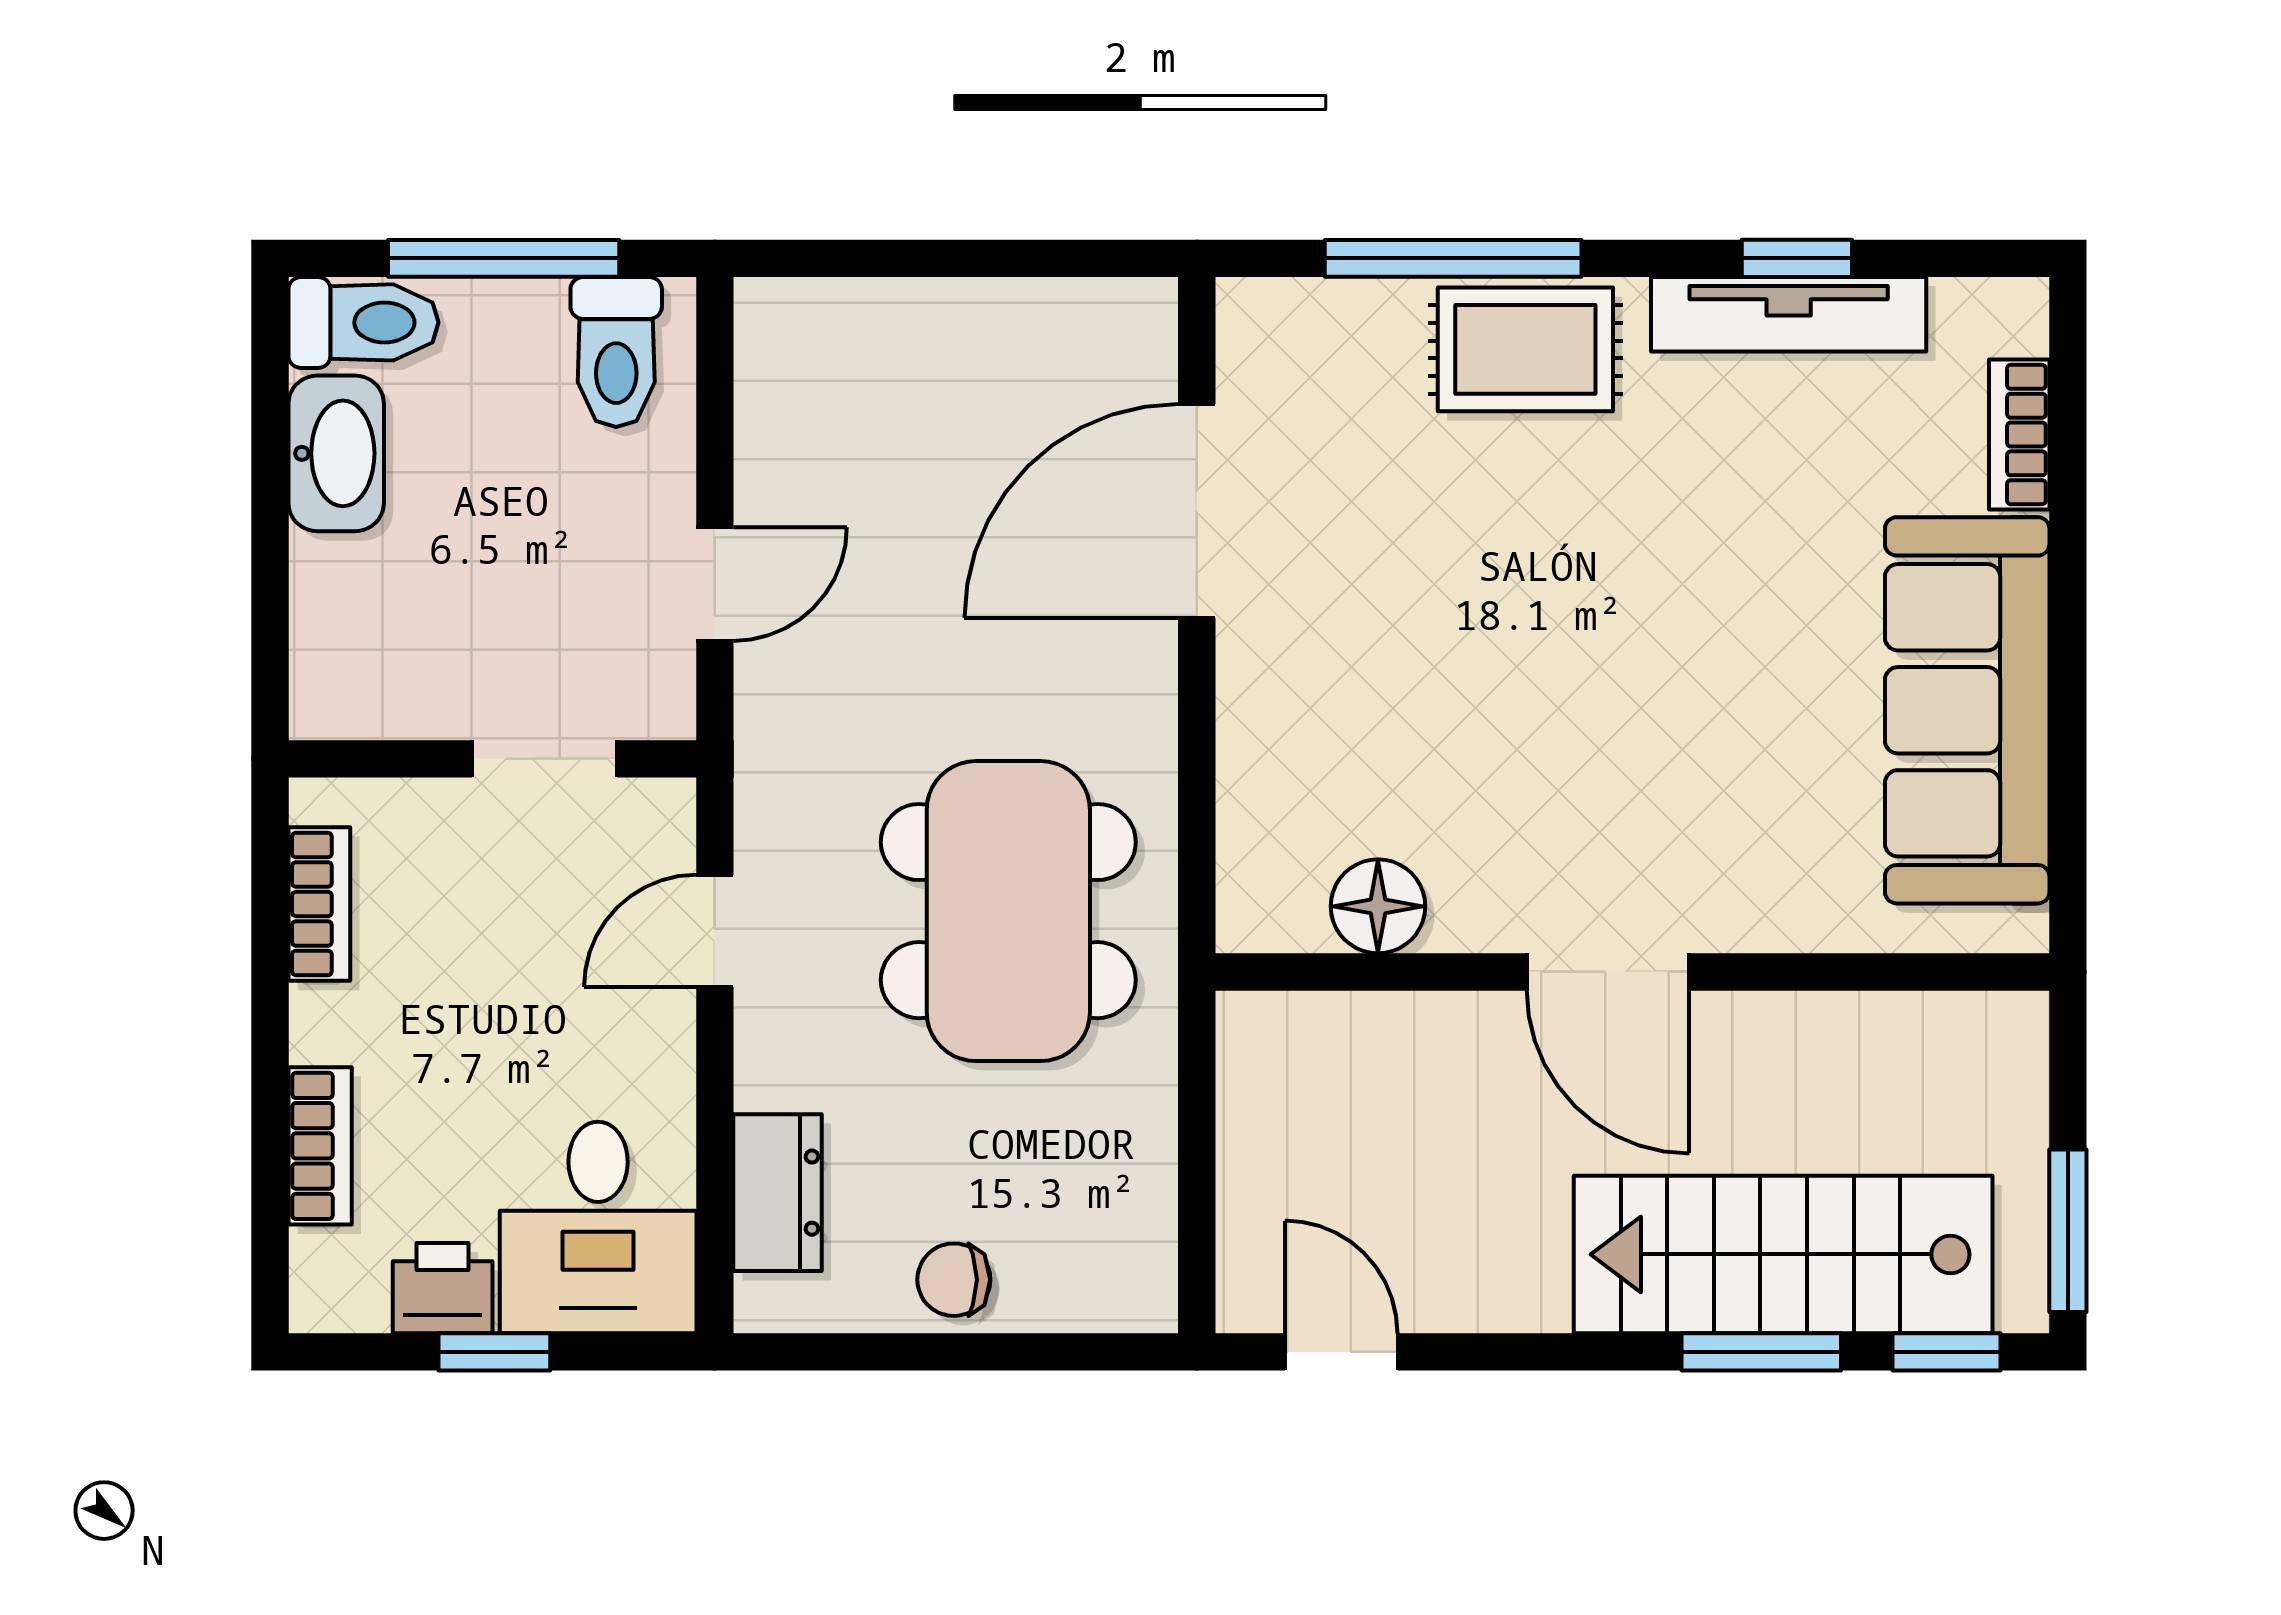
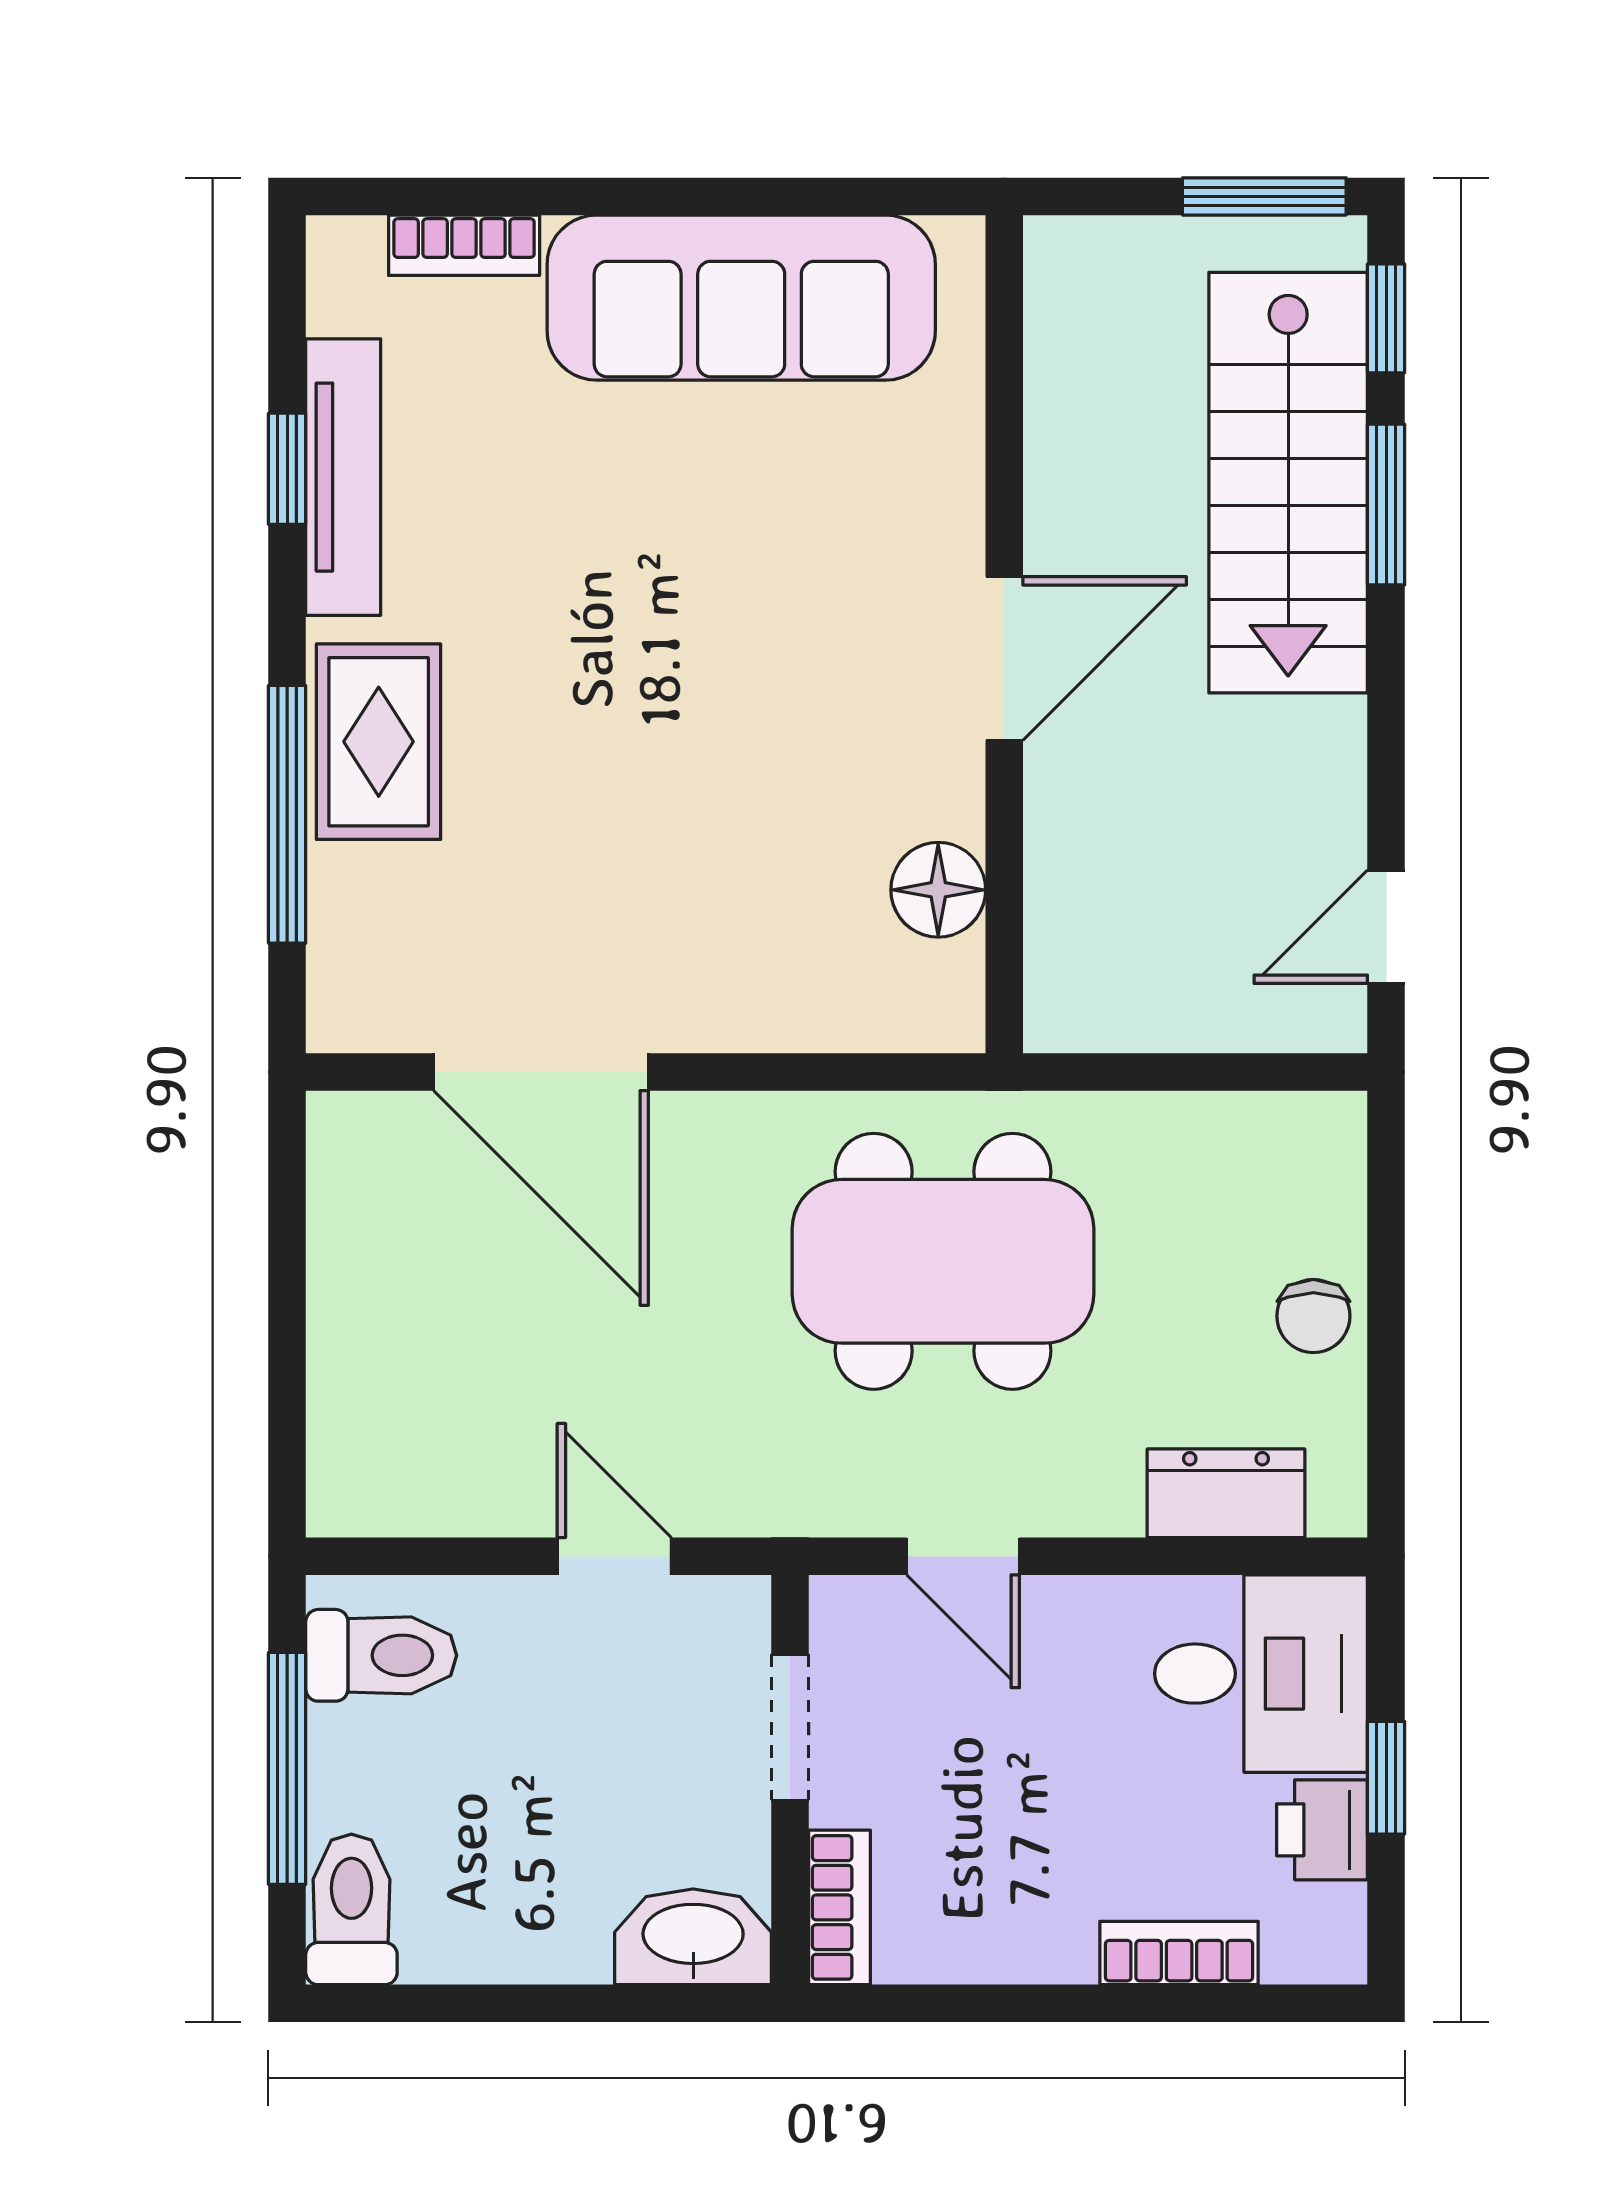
washbasin: (336, 453) -> (693, 1937), moved
bookcase: (319, 904) -> (840, 1907), moved, turned 90

